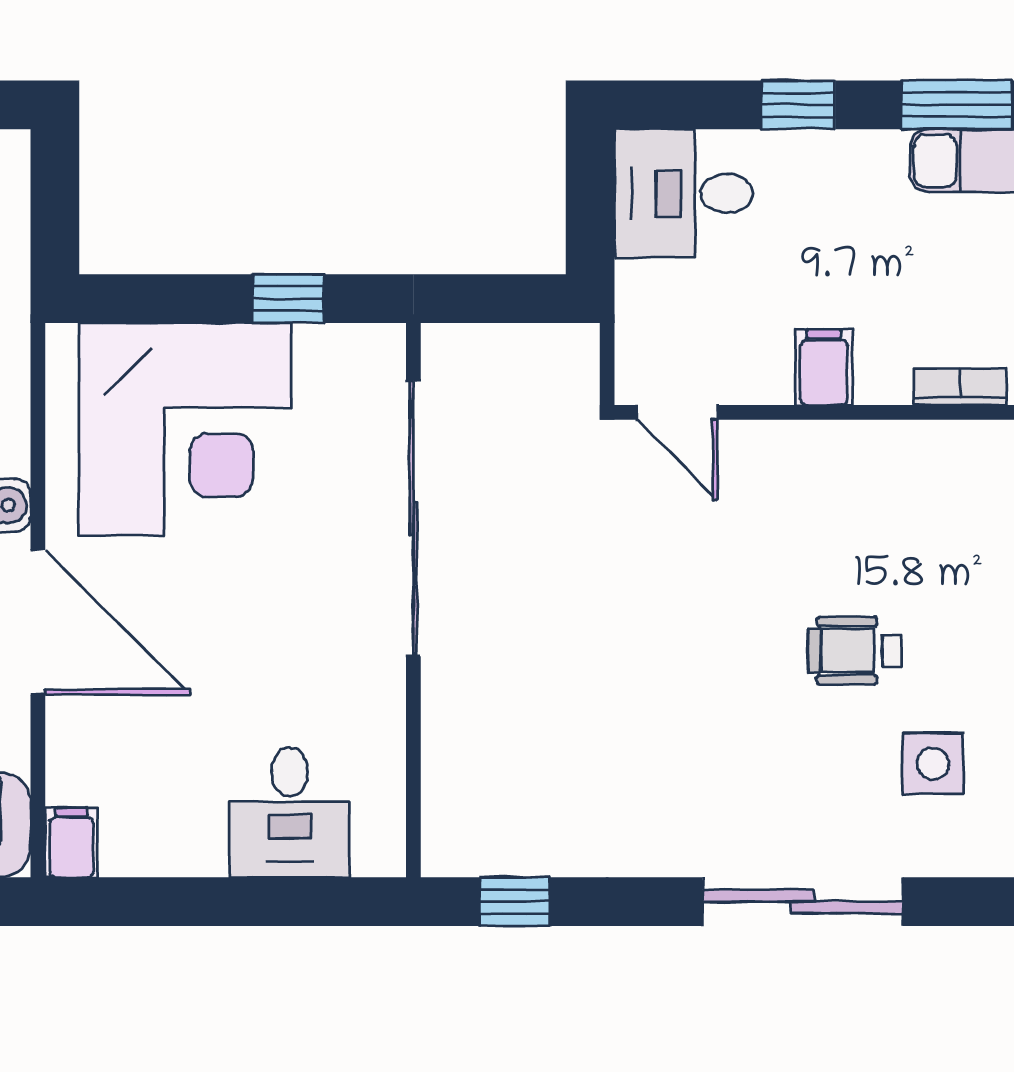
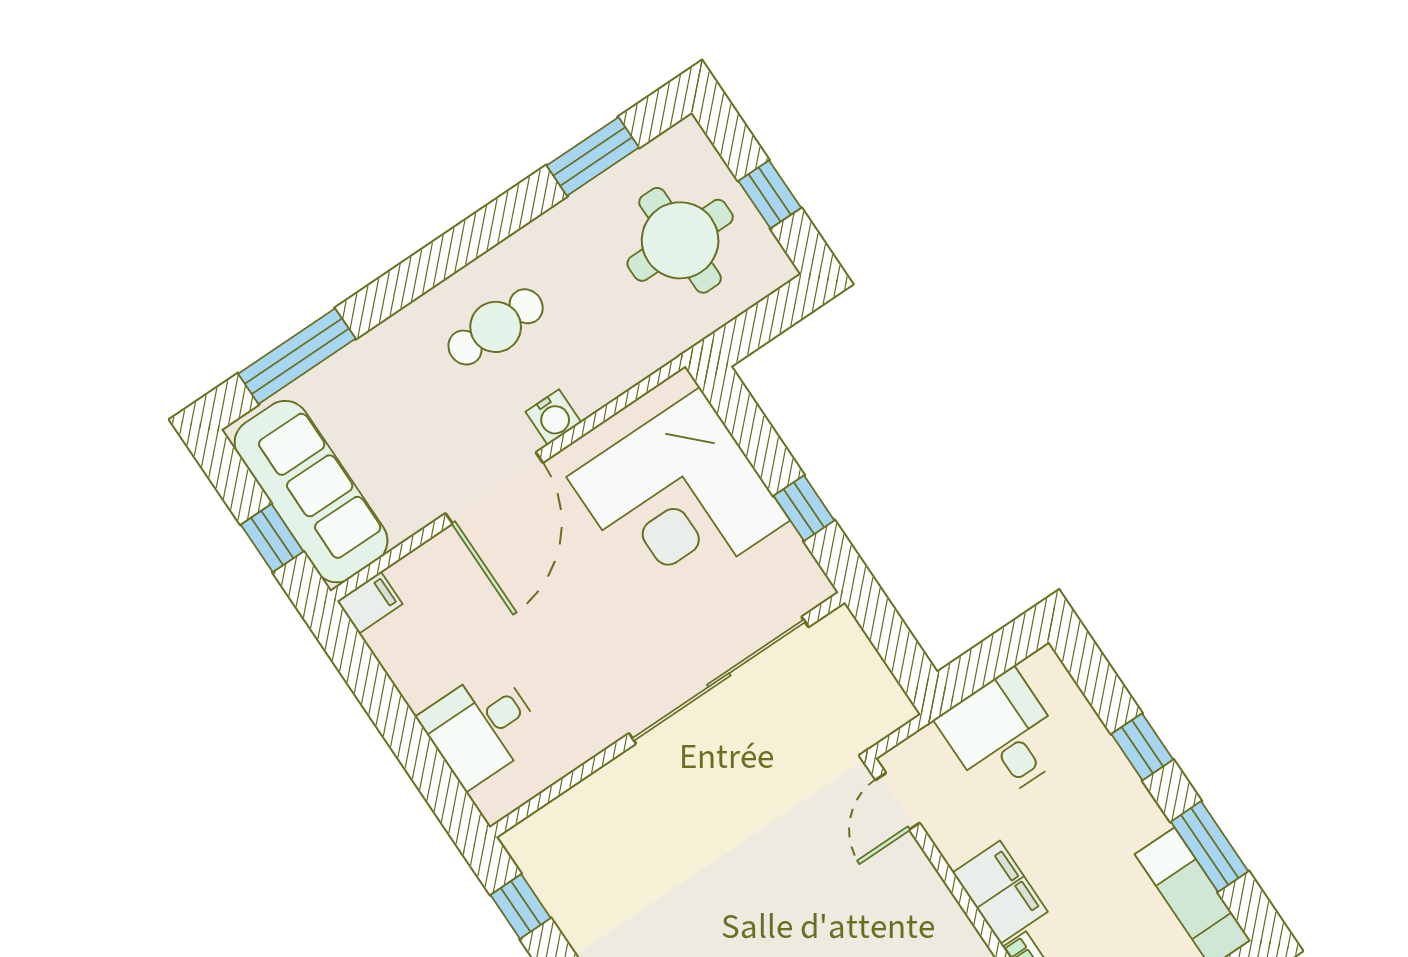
desk: (684, 193) -> (1003, 736), moved
filing cabinet: (824, 367) -> (1000, 892), width x2.00

